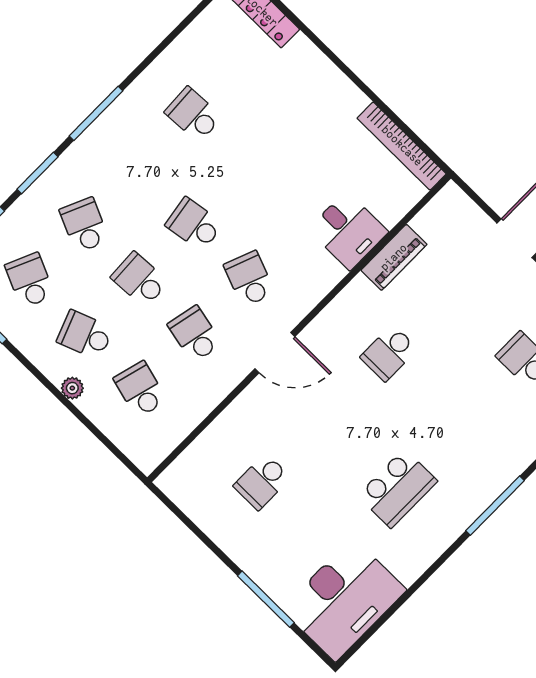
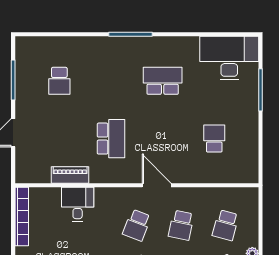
school desk: (389, 353) -> (111, 139), width x1.85
school desk: (262, 482) -> (214, 139), turned -90

